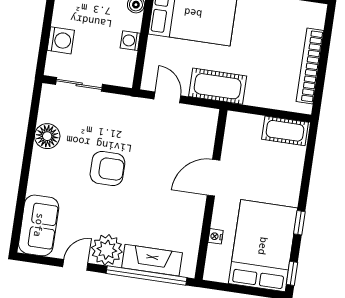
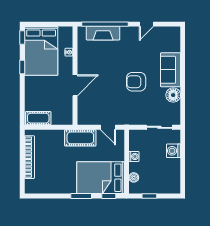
sofa: (39, 225) -> (171, 70), moved
plant: (107, 250) -> (130, 35), removed

